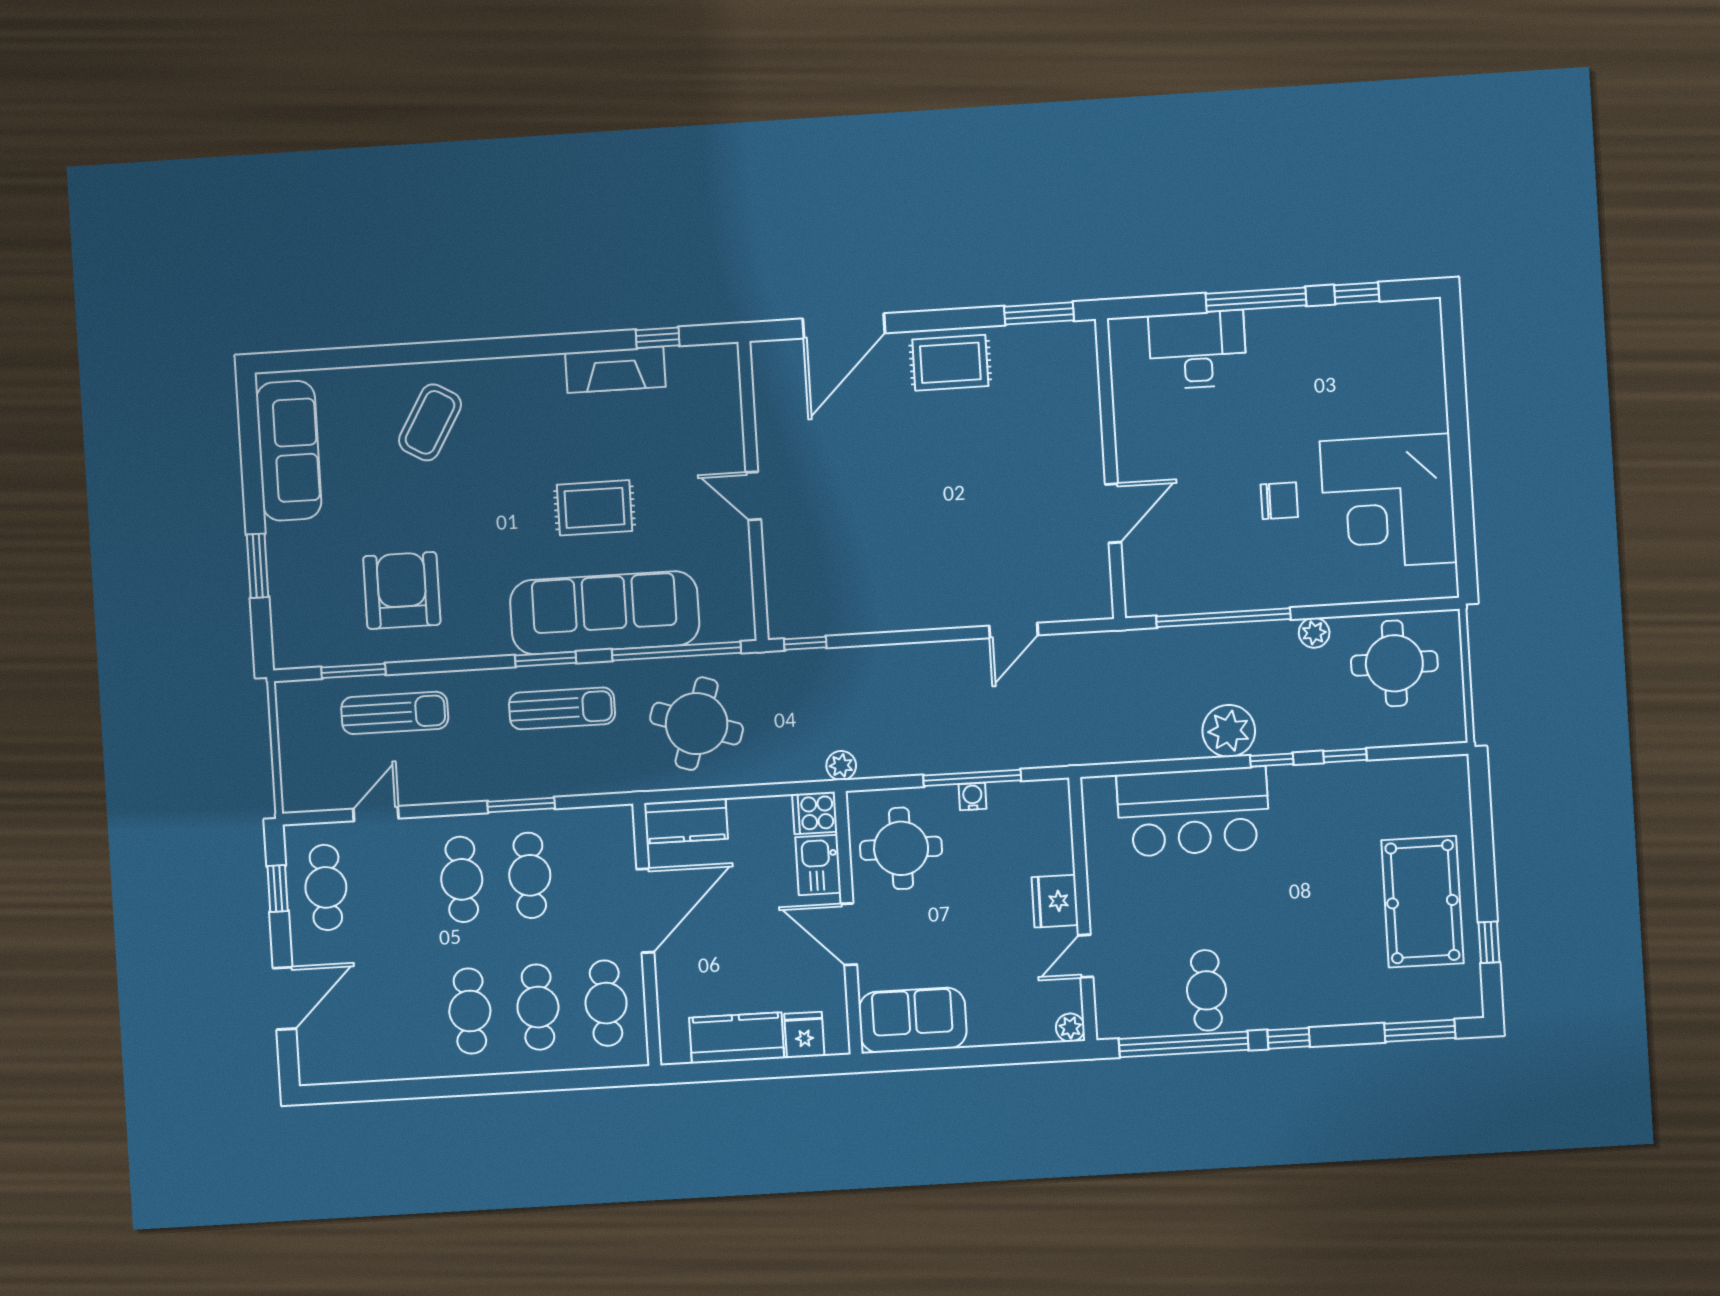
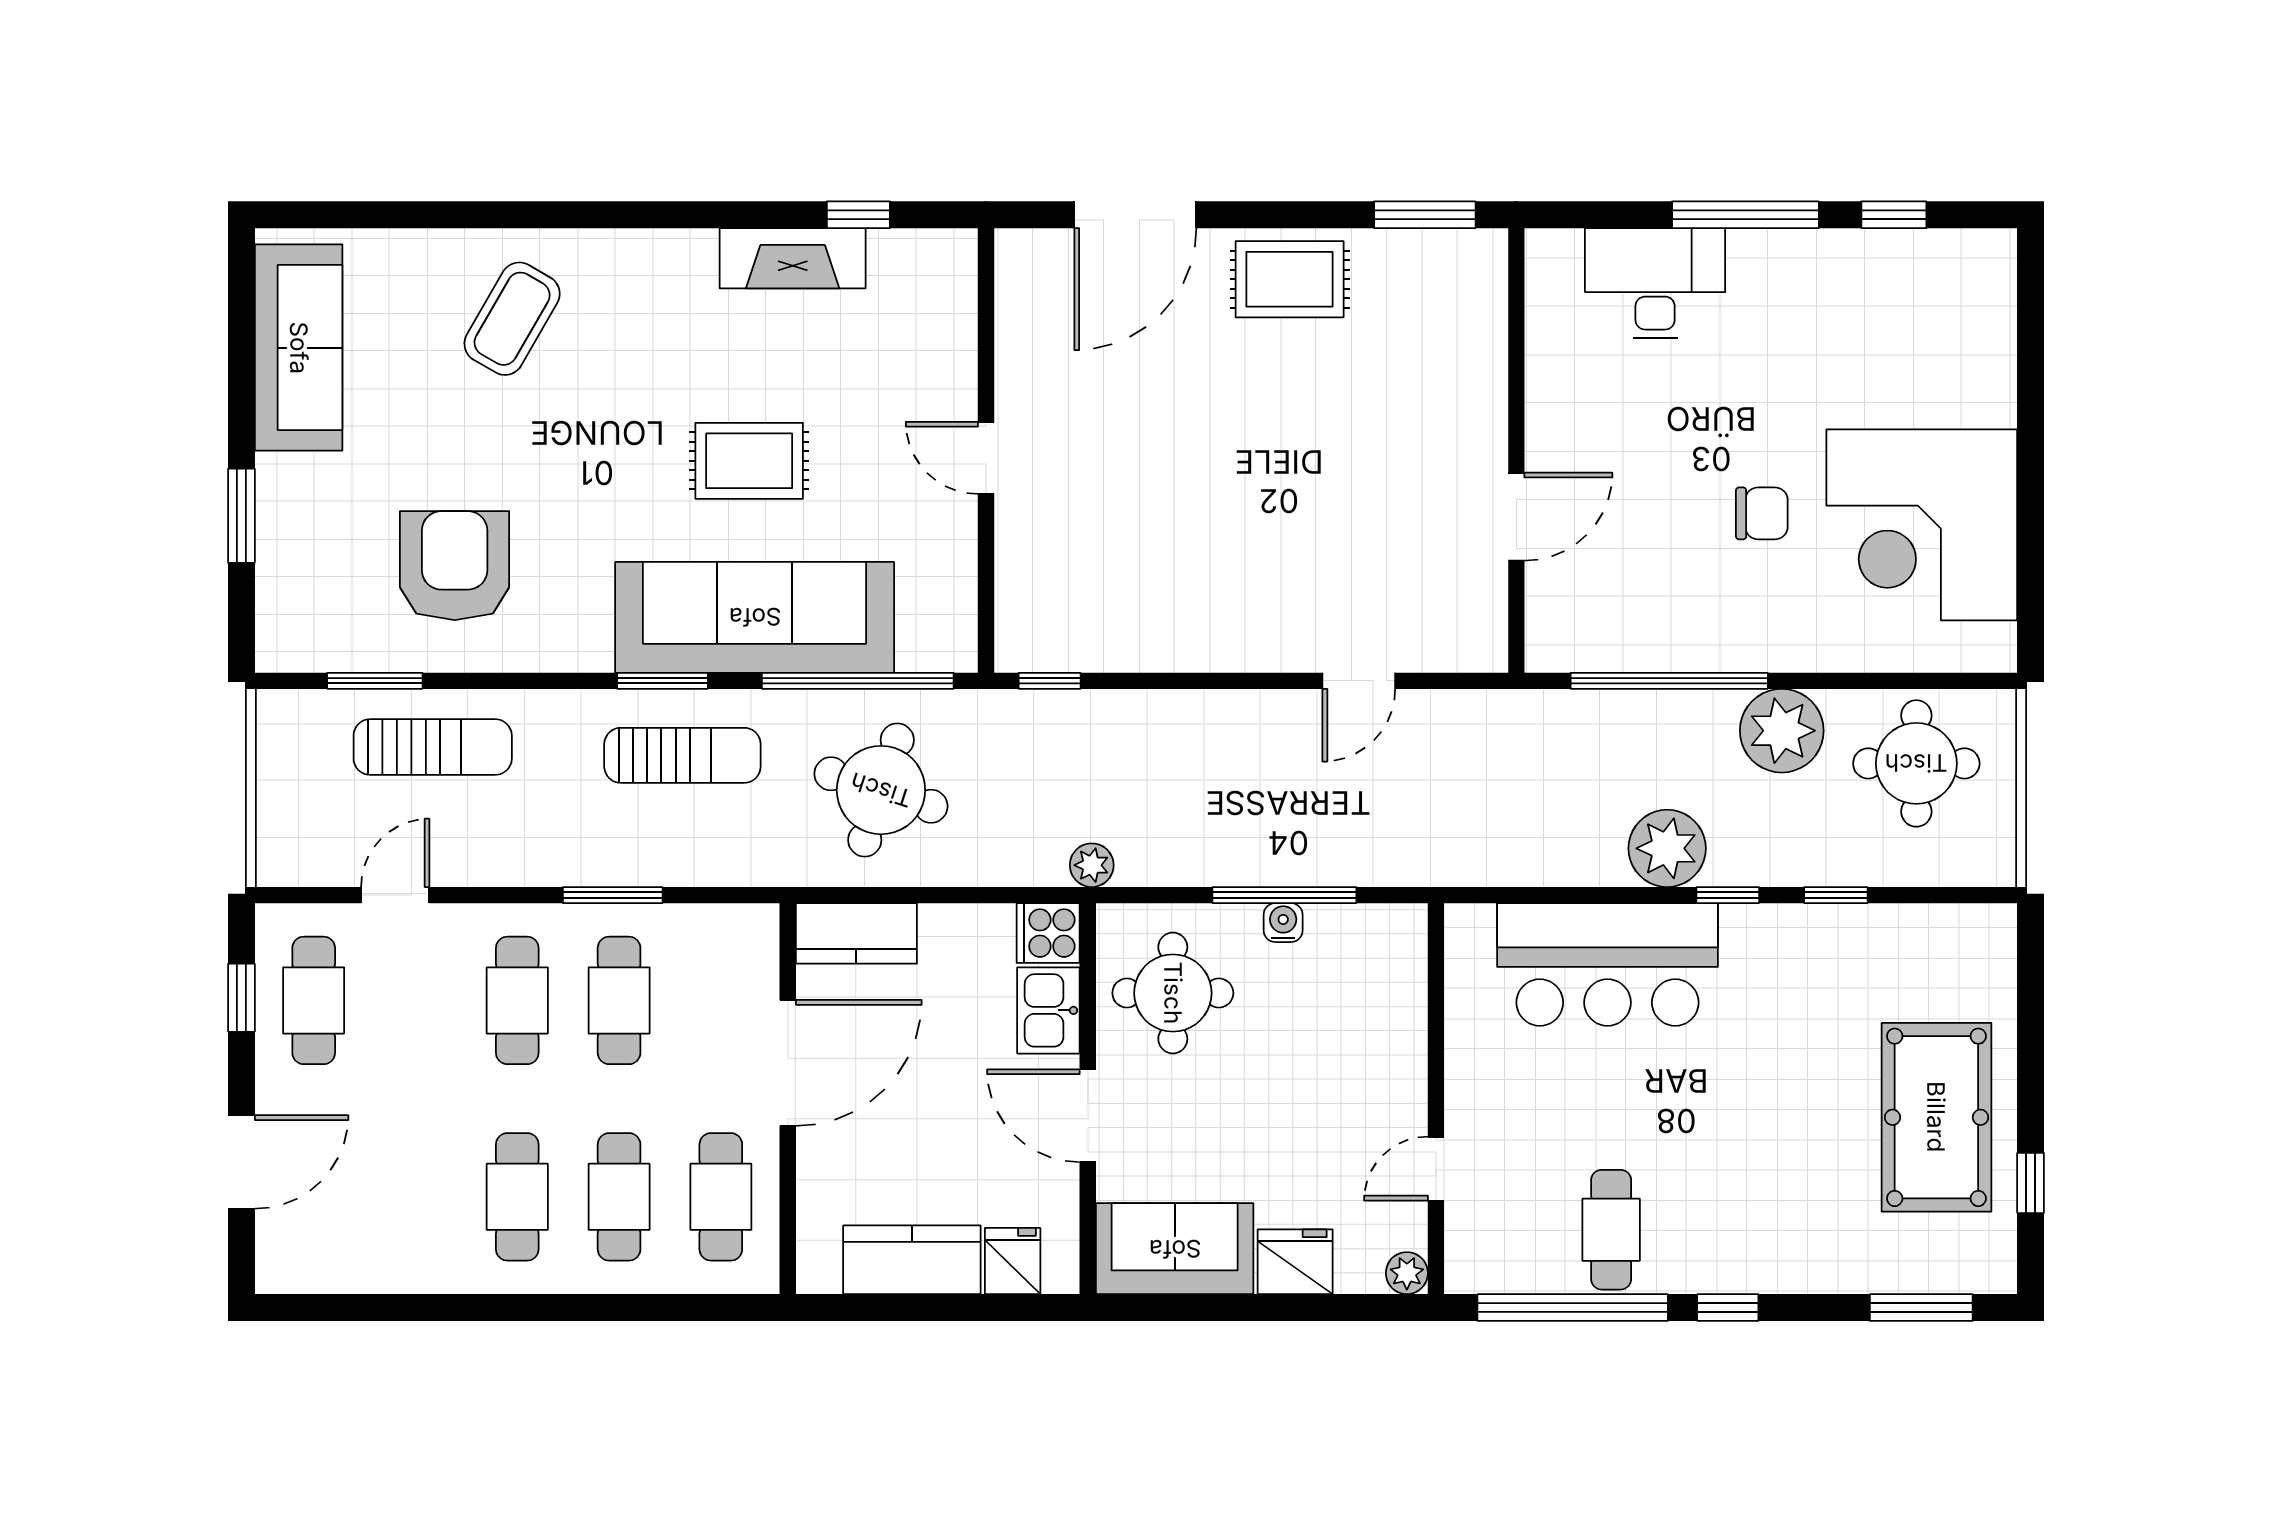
plant: (1314, 633) -> (1782, 731), width x1.88, depth x1.88
fridge: (1055, 901) -> (1295, 1262), moved, turned 90

